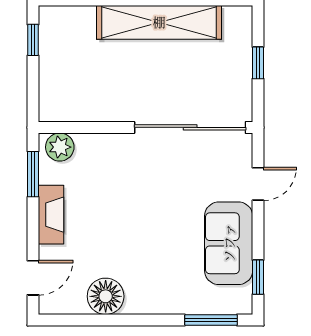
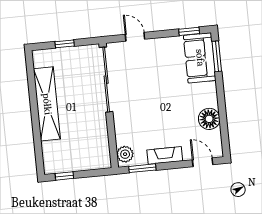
sofa: (229, 243) -> (200, 58), moved, turned 90

